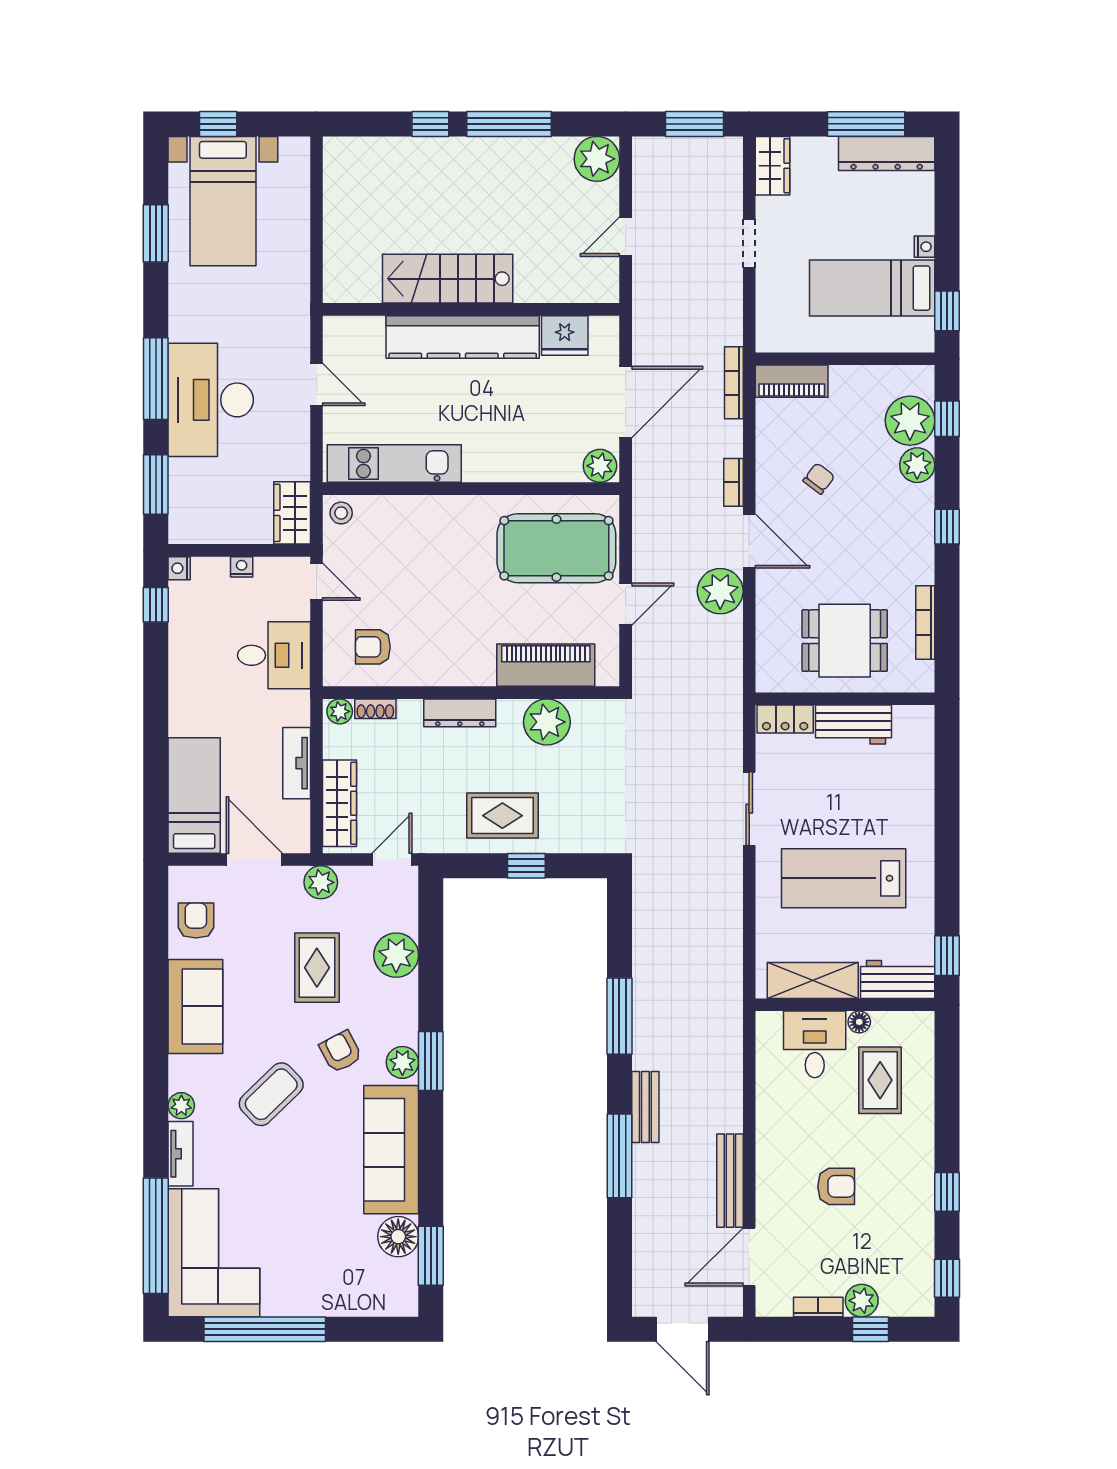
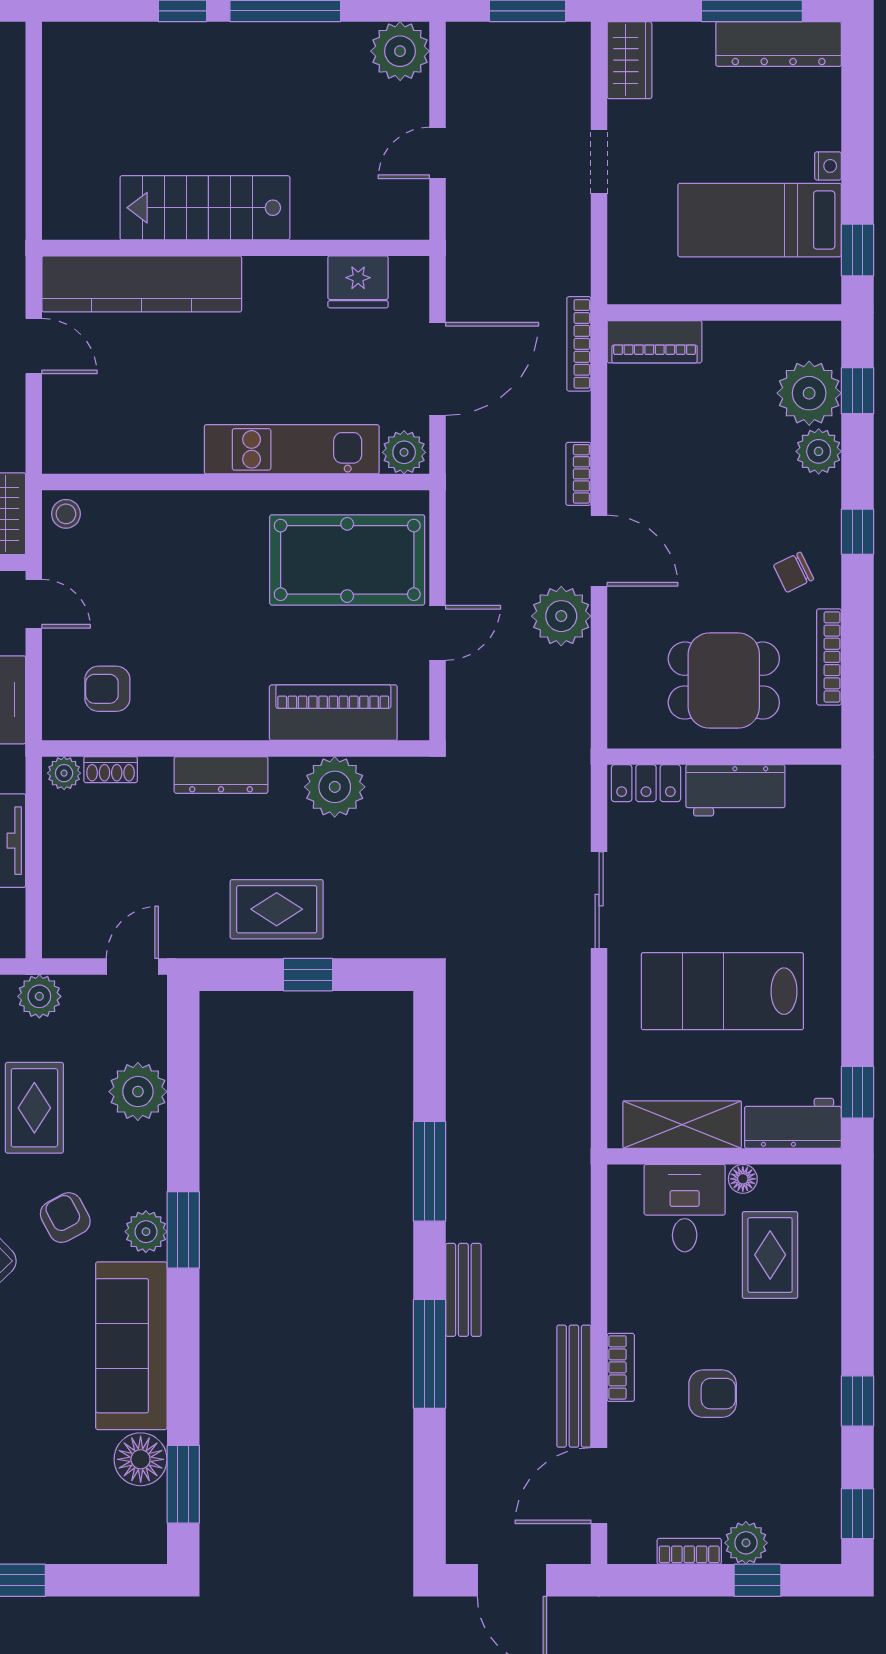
kitchen counter: (463, 337) -> (142, 284), moved
kitchen unit: (394, 464) -> (292, 449), moved
chair: (819, 479) -> (794, 572), moved, turned -153
wardrobe: (339, 803) -> (64, 893), removed
bookcase: (766, 1166) -> (621, 1367), added

